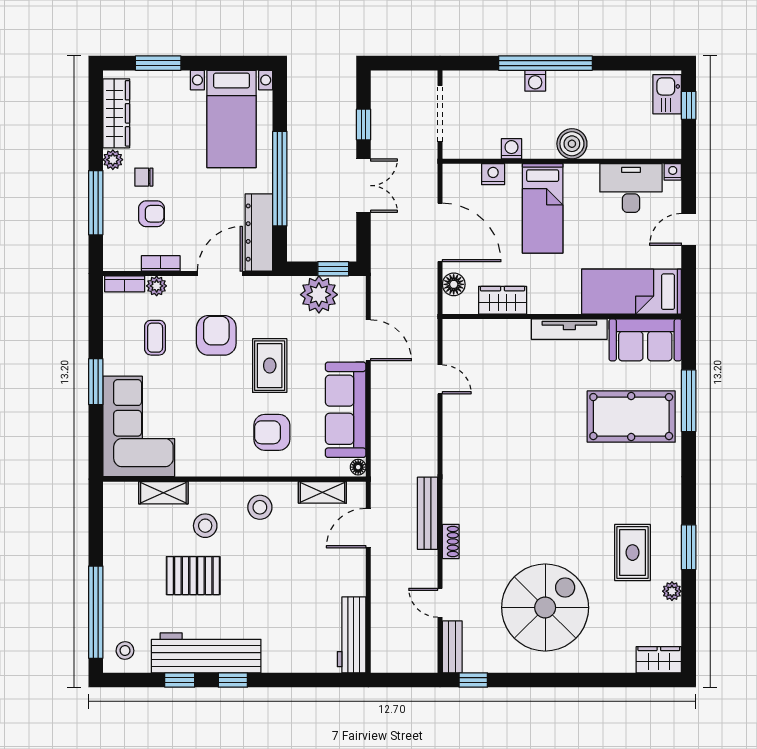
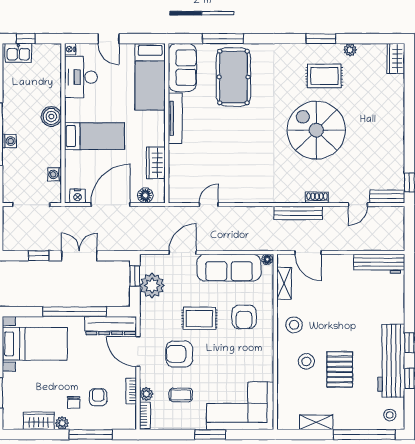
wardrobe: (116, 113) -> (39, 421), width x0.67
washing machine: (511, 149) -> (55, 174), moved
nightstand: (493, 174) -> (78, 196), moved, turned -90
shelving: (163, 493) -> (316, 422), moved, turned 90
spiral stairs: (545, 608) -> (316, 130), moved

